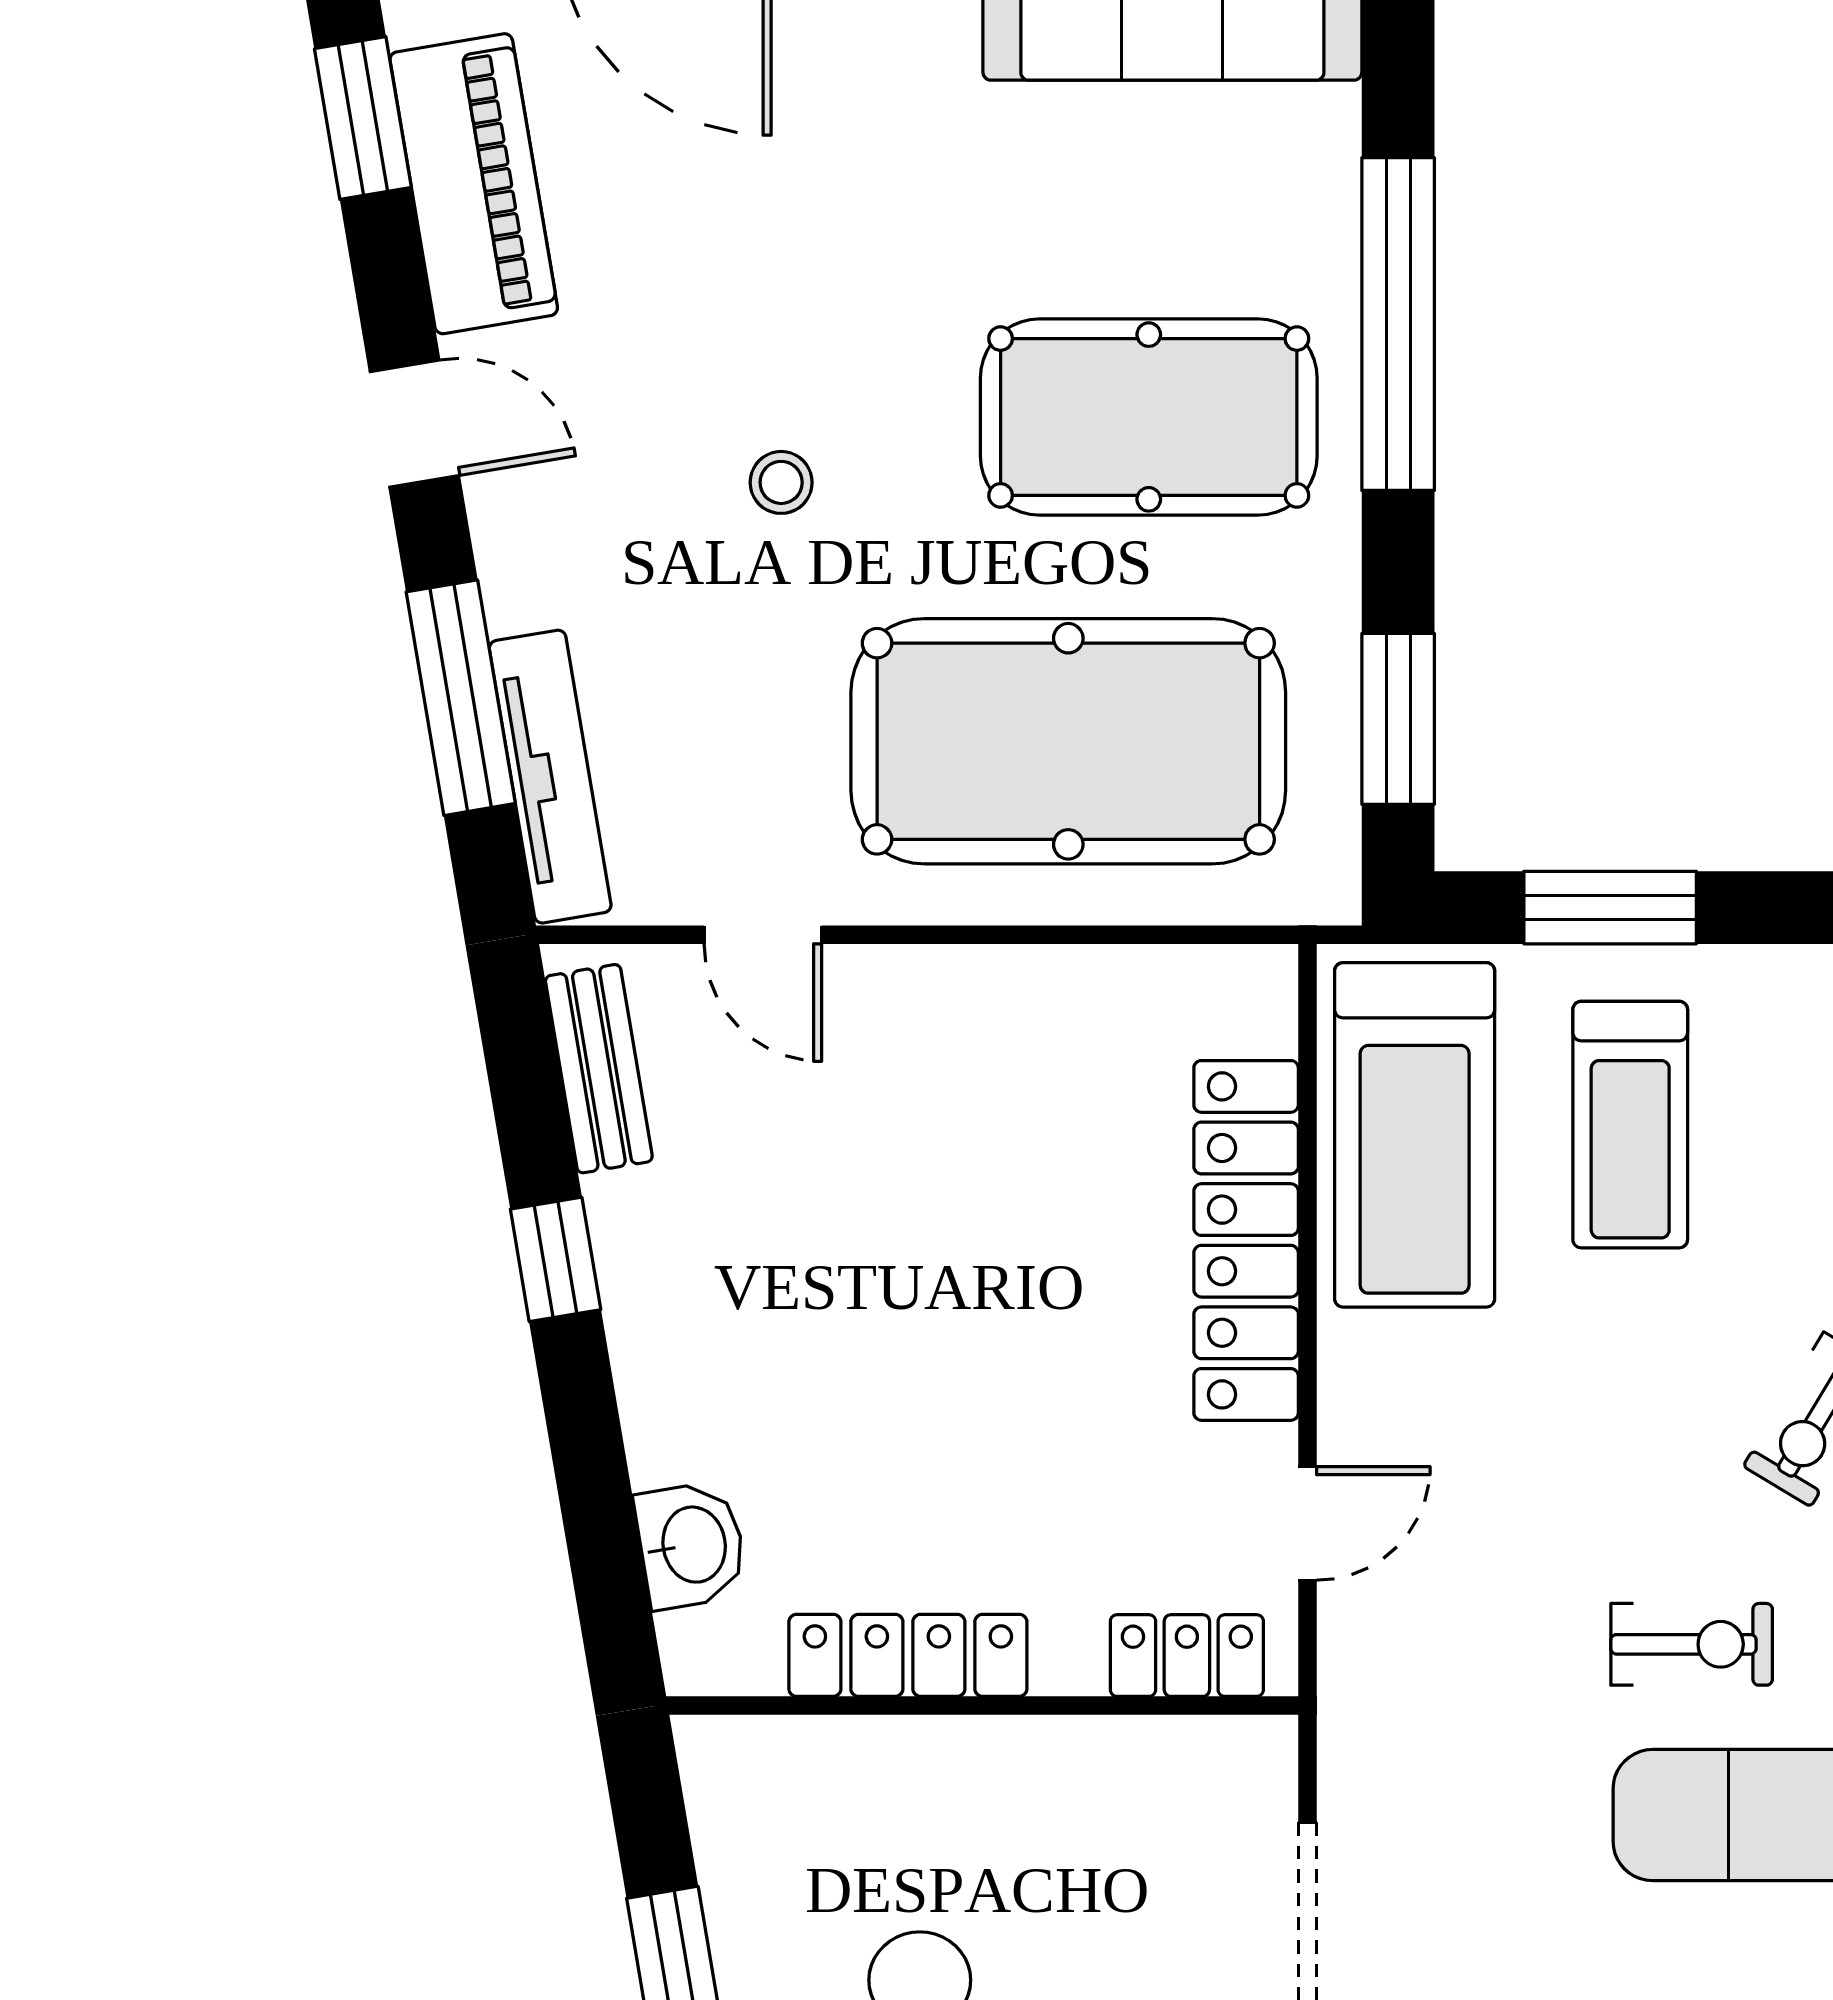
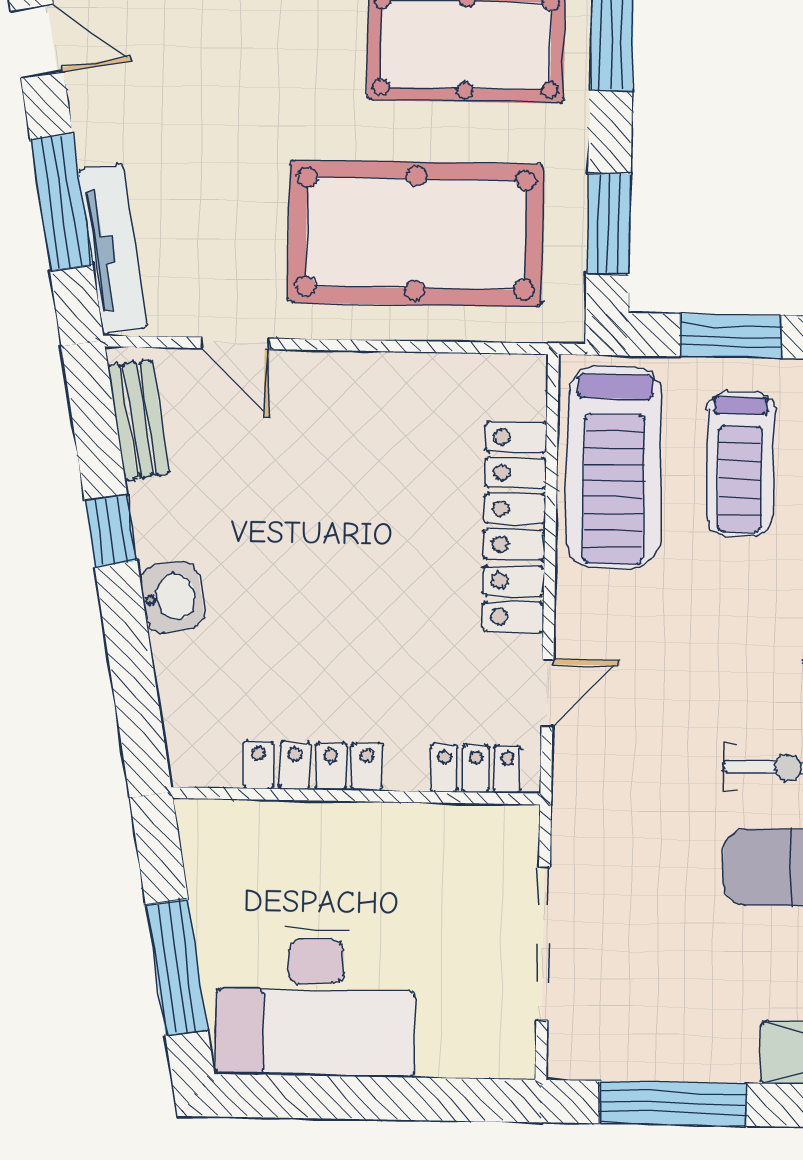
stool: (781, 482) -> (251, 79), removed
washbasin: (691, 1545) -> (172, 597), moved

